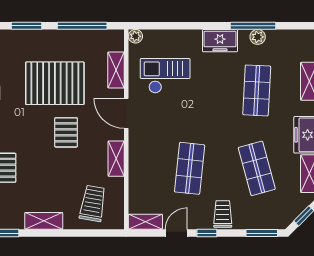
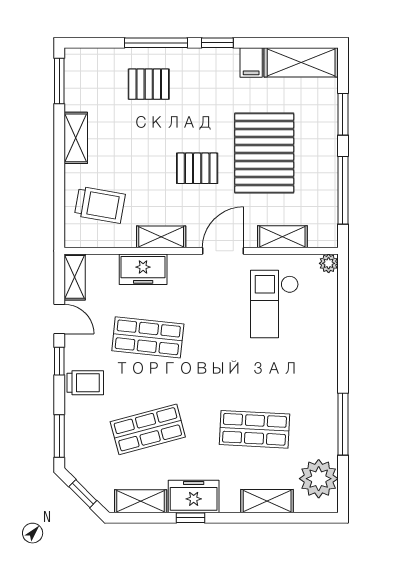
plant: (258, 37) -> (319, 479), moved, width x1.87, depth x1.87
freezer: (220, 41) -> (143, 269), moved, turned -90
checkout: (165, 76) -> (274, 304), turned 180

